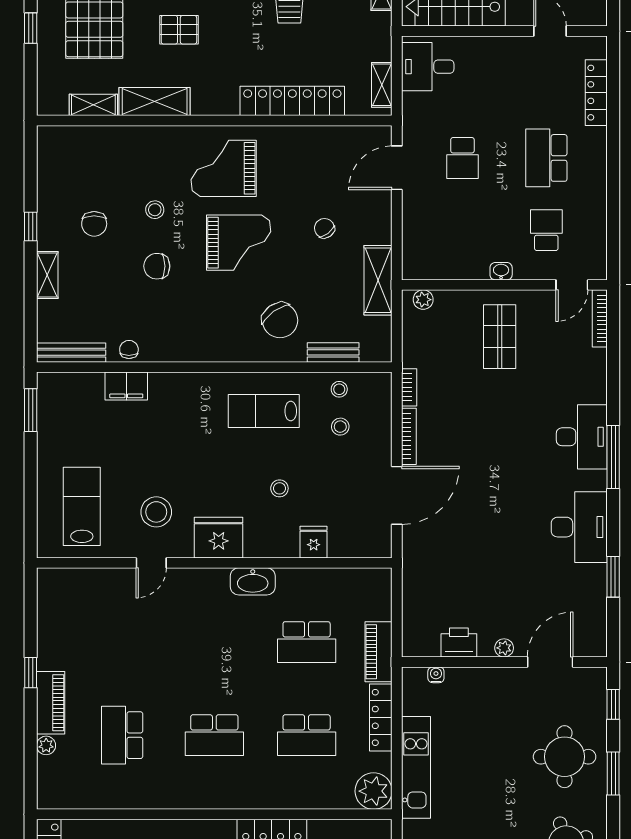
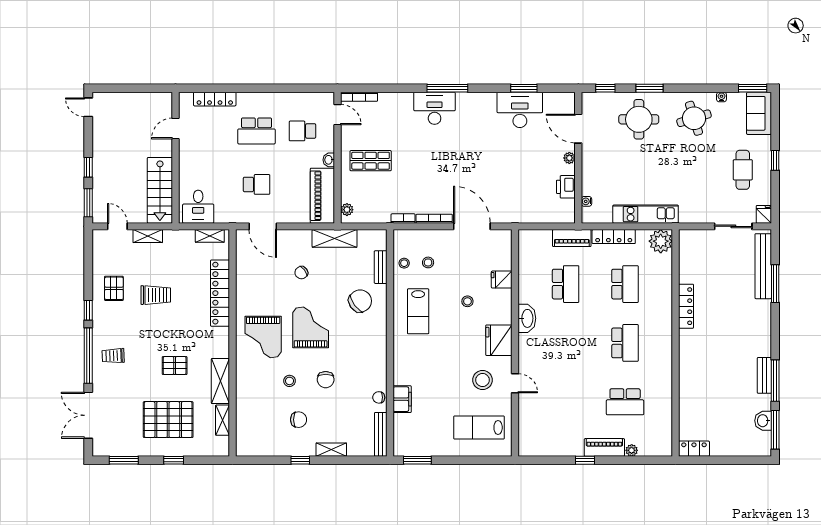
pallet: (179, 30) -> (175, 366), turned 90
piano: (445, 261) -> (322, 196), added
desk: (579, 527) -> (520, 110), moved

